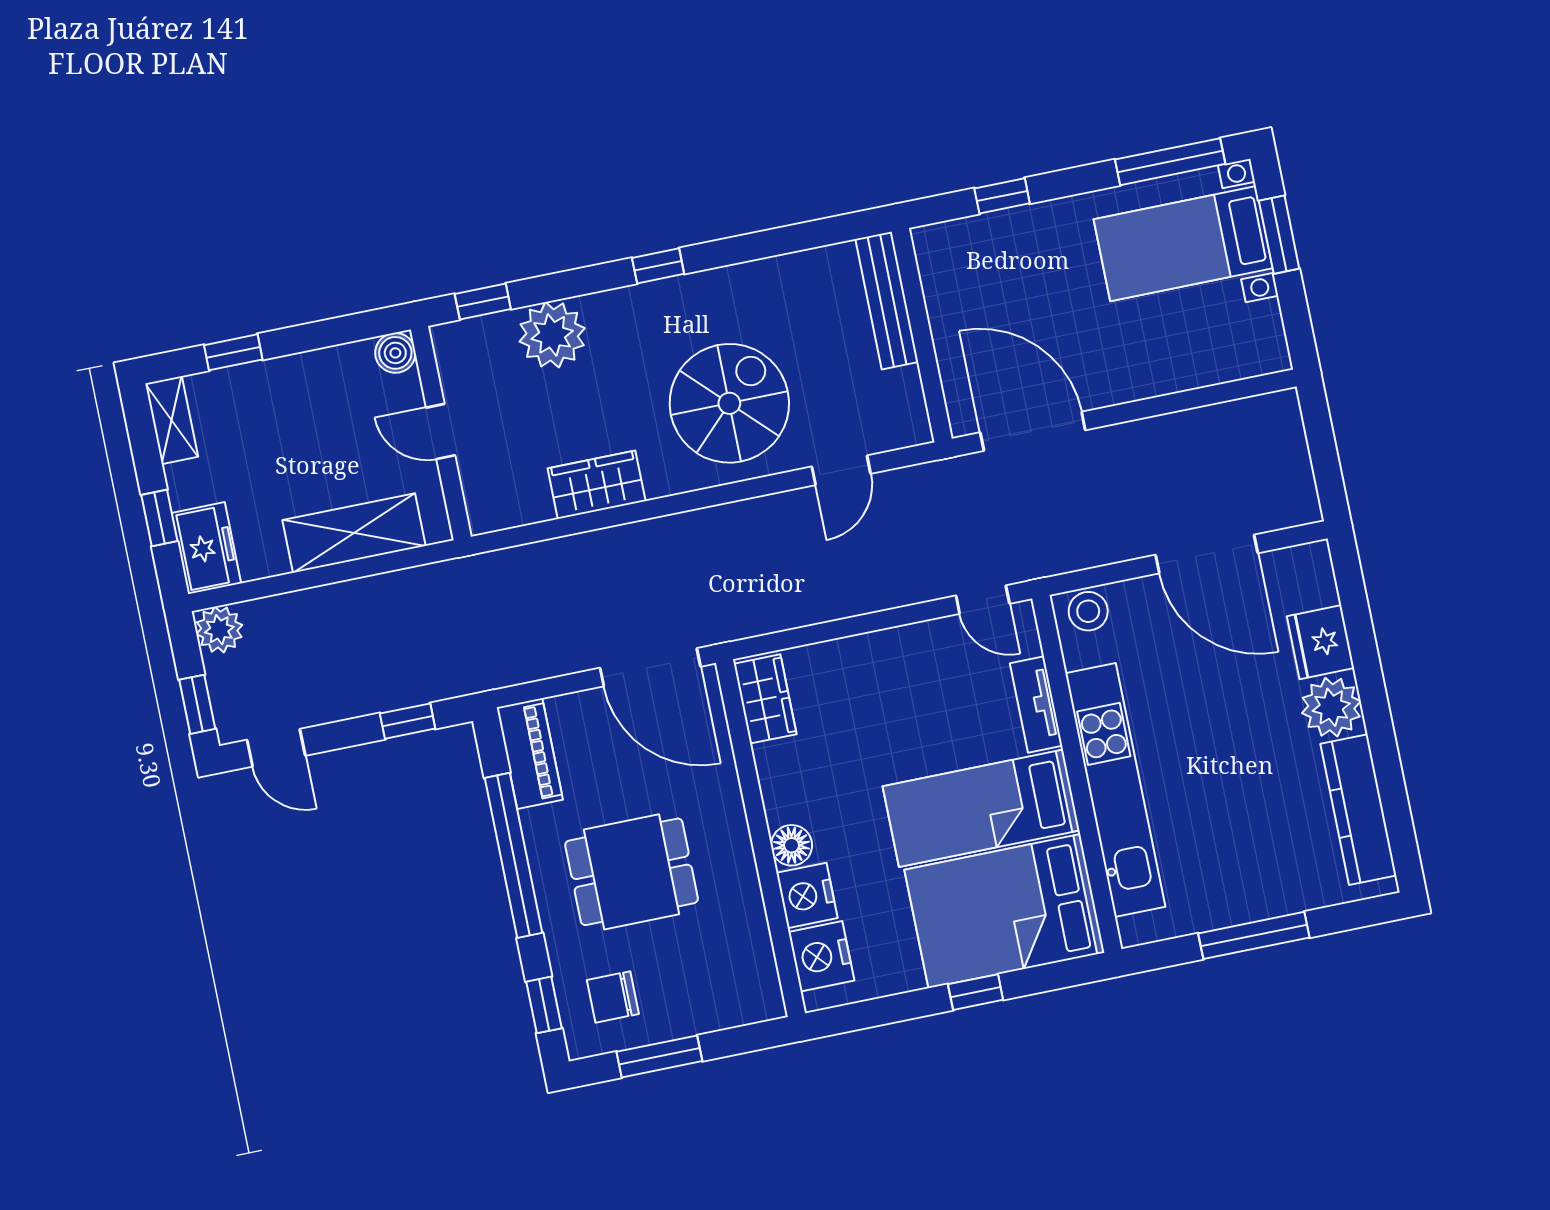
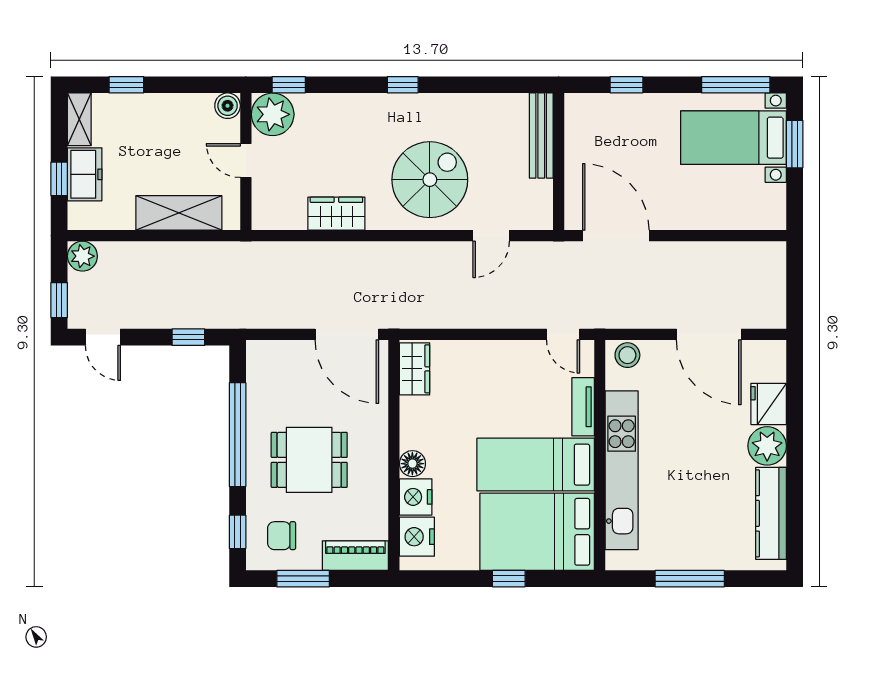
plant: (552, 335) -> (273, 114), moved
freezer: (206, 548) -> (85, 174), moved
piano: (530, 754) -> (355, 556), moved, turned -90

